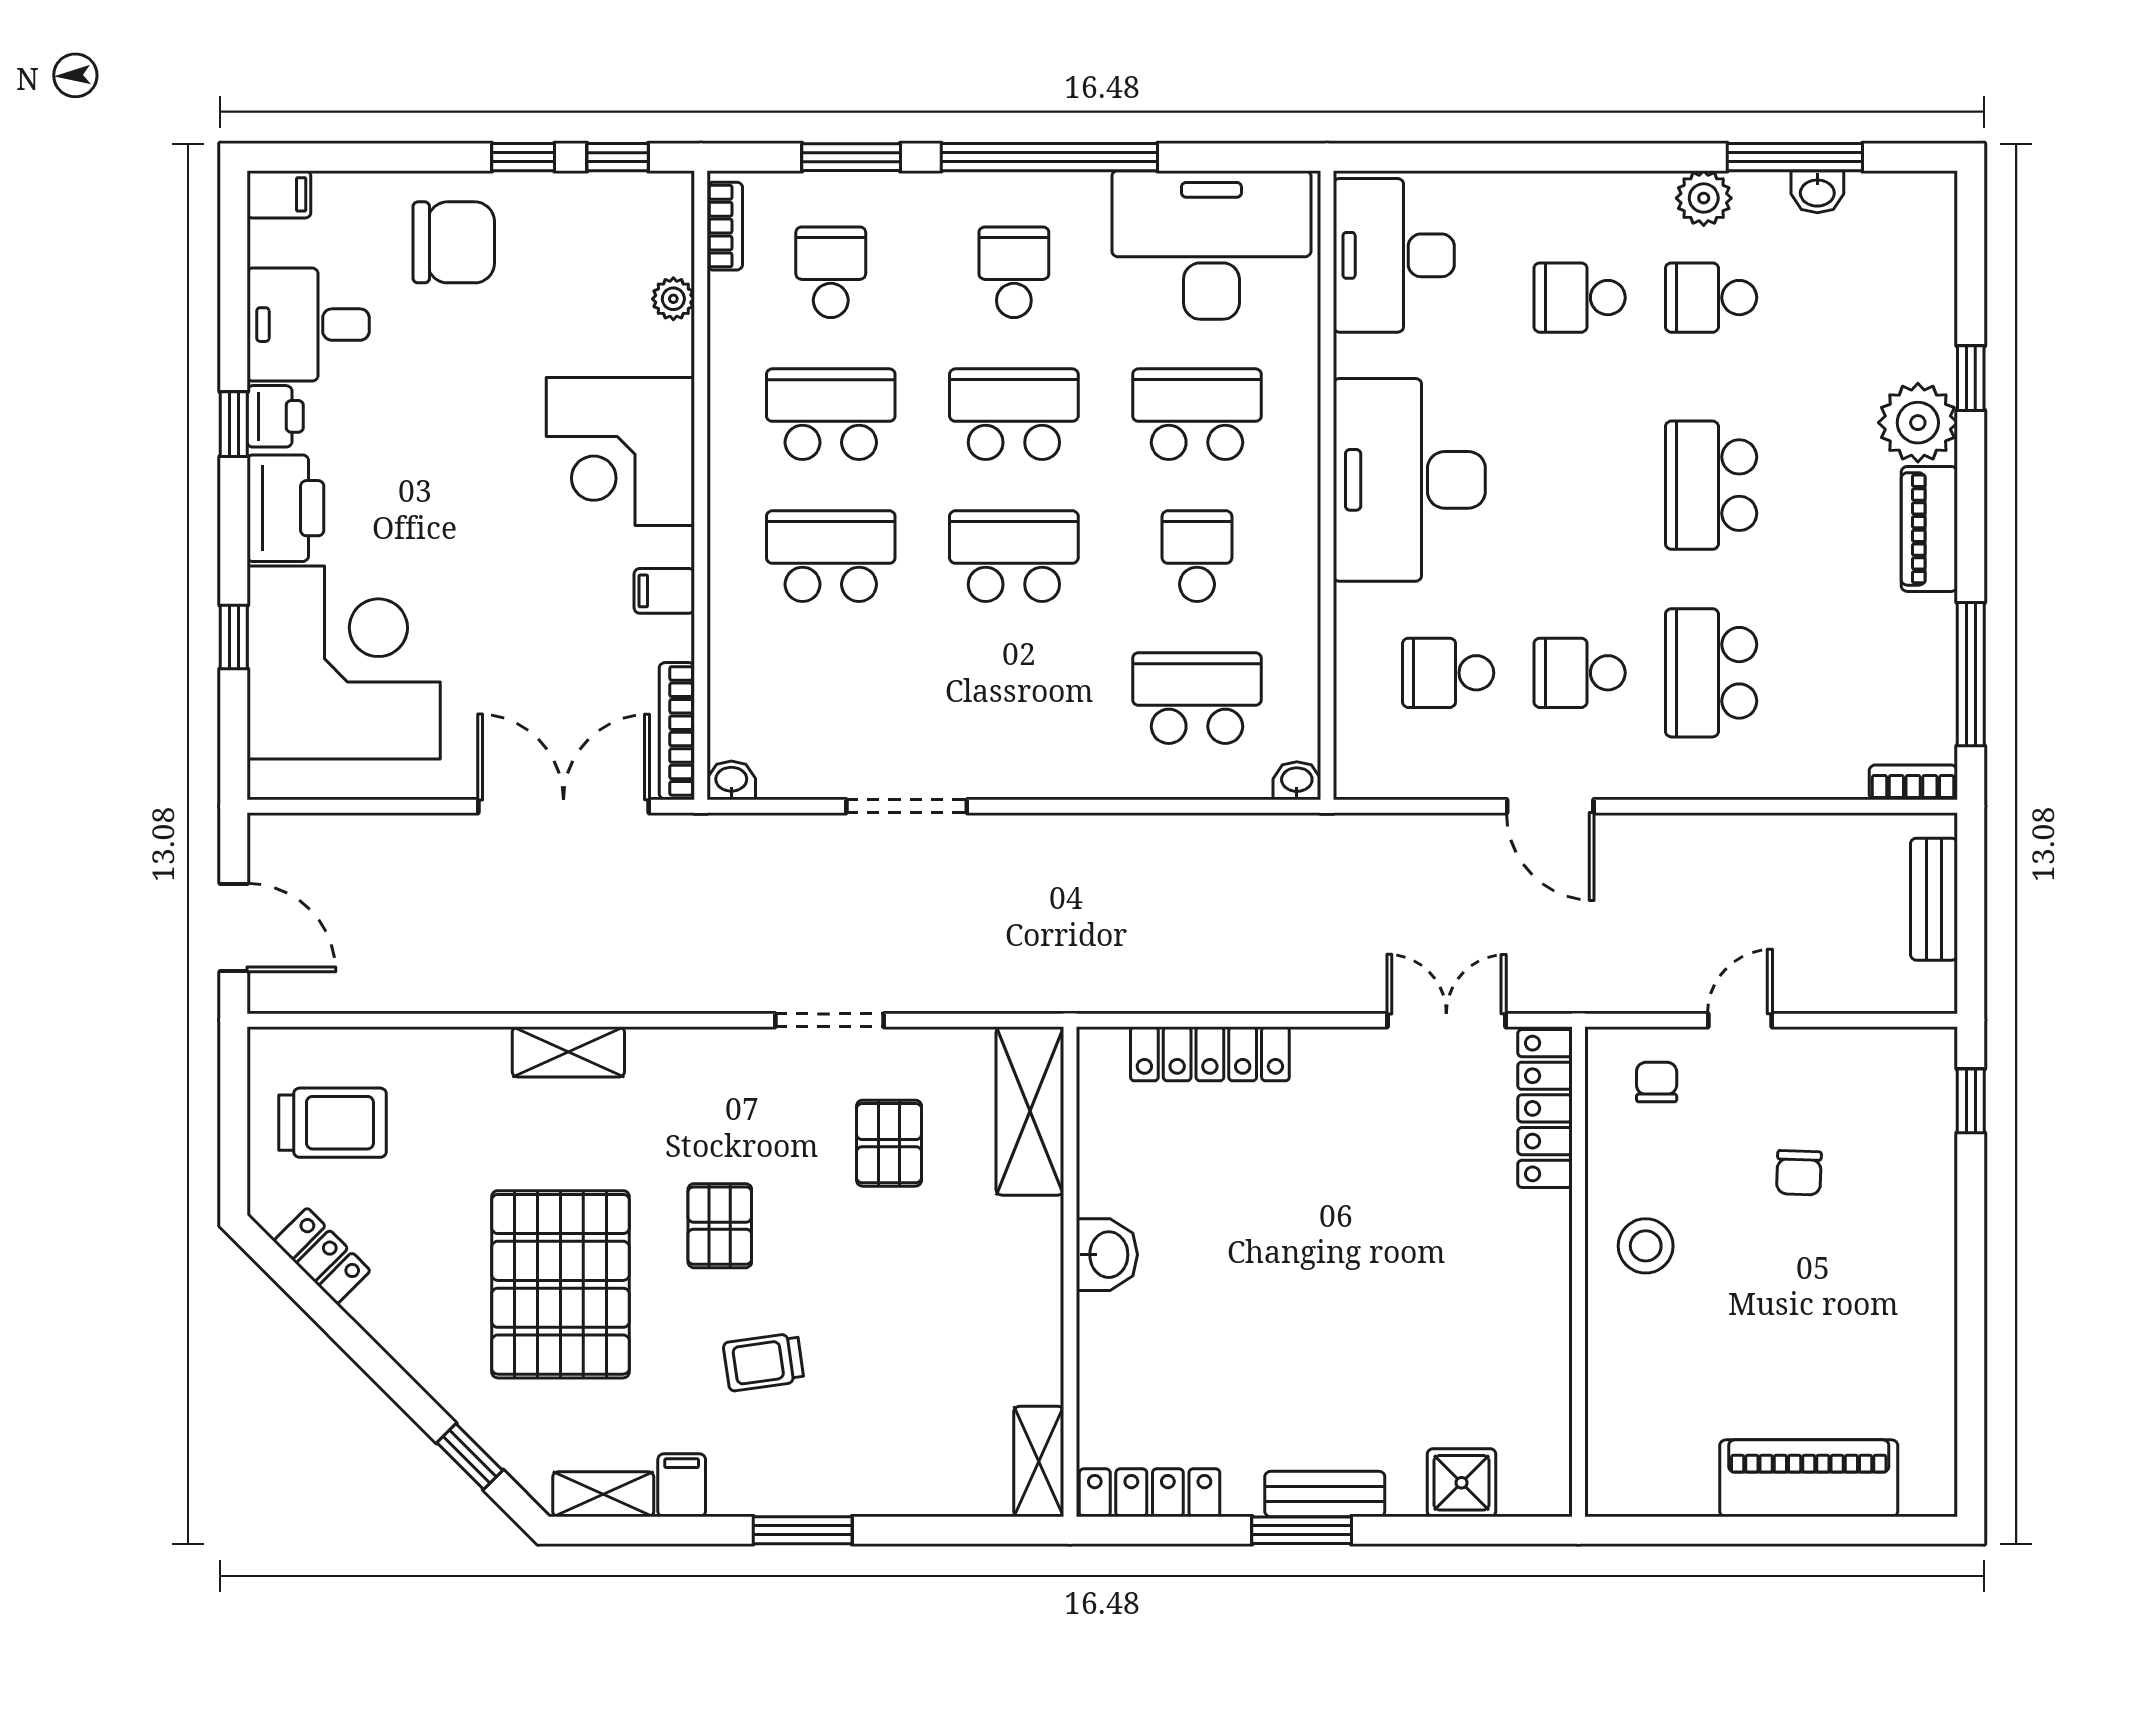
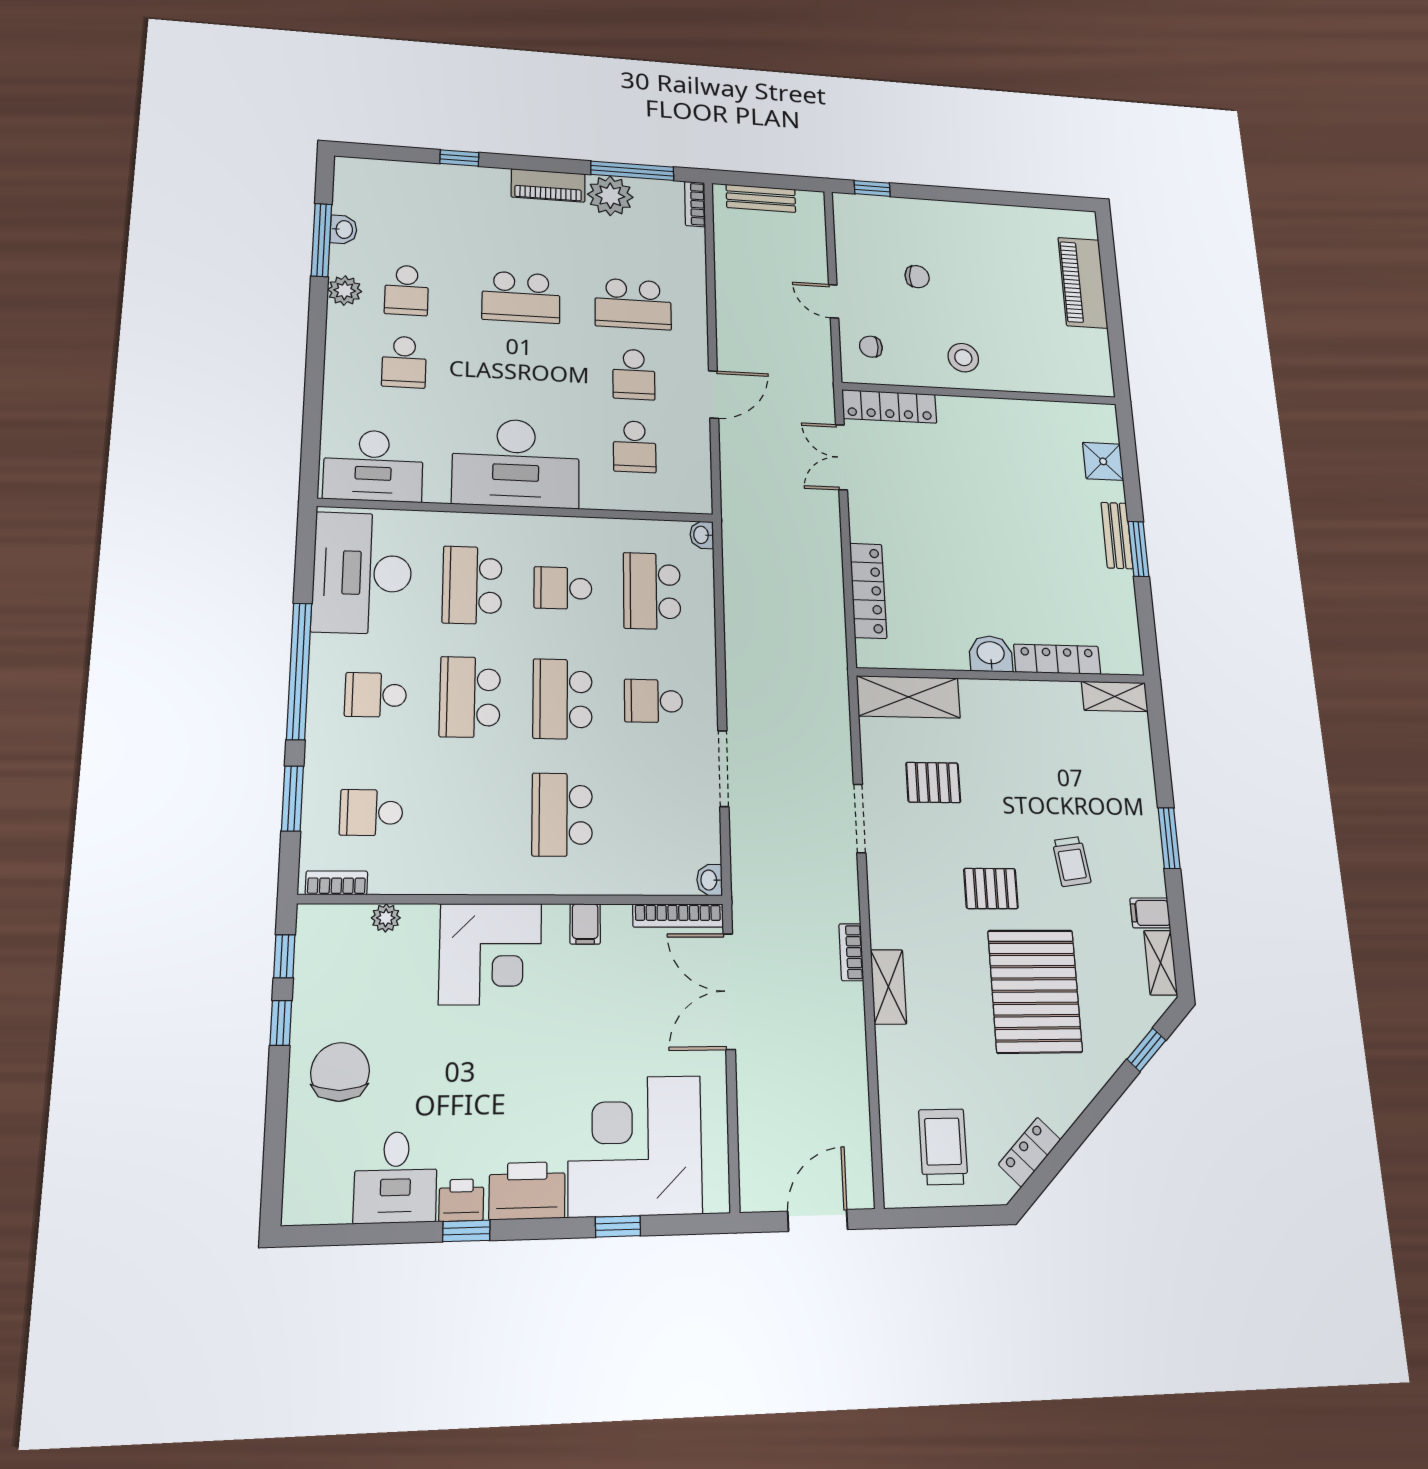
filing cabinet: (279, 194) -> (299, 1202), removed
school desk: (831, 414) -> (653, 701), moved, width x0.54
plant: (1918, 423) -> (610, 196), moved
bookcase: (621, 997) -> (851, 952), added
pallet: (560, 1284) -> (1035, 991), turned 90
locker: (1150, 1493) -> (1057, 659), moved, turned 90

